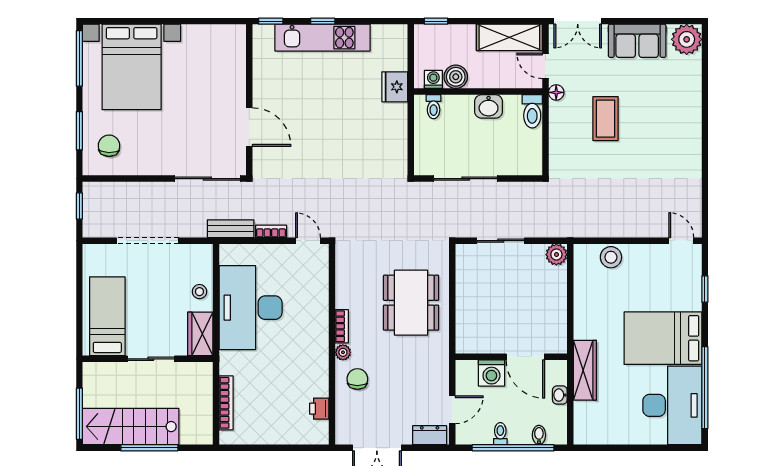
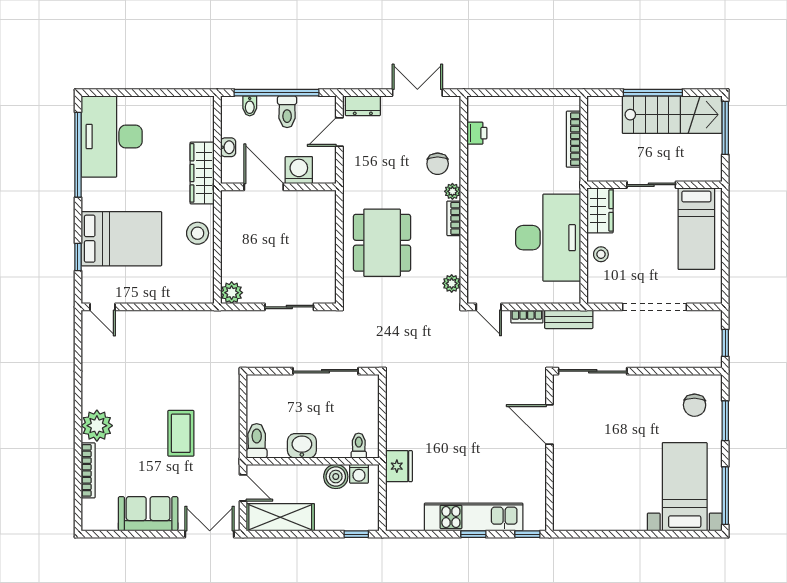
plant: (687, 39) -> (97, 426), moved
bed with nightstands: (132, 67) -> (685, 487), width x0.73
bookcase: (695, 83) -> (88, 470), added
floor lamp: (556, 92) -> (232, 460), removed
stool: (611, 257) -> (198, 233), moved
plant: (344, 263) -> (452, 283), added
bed: (663, 338) -> (121, 239), moved
toilet: (500, 434) -> (287, 112), width x1.37, depth x1.39

